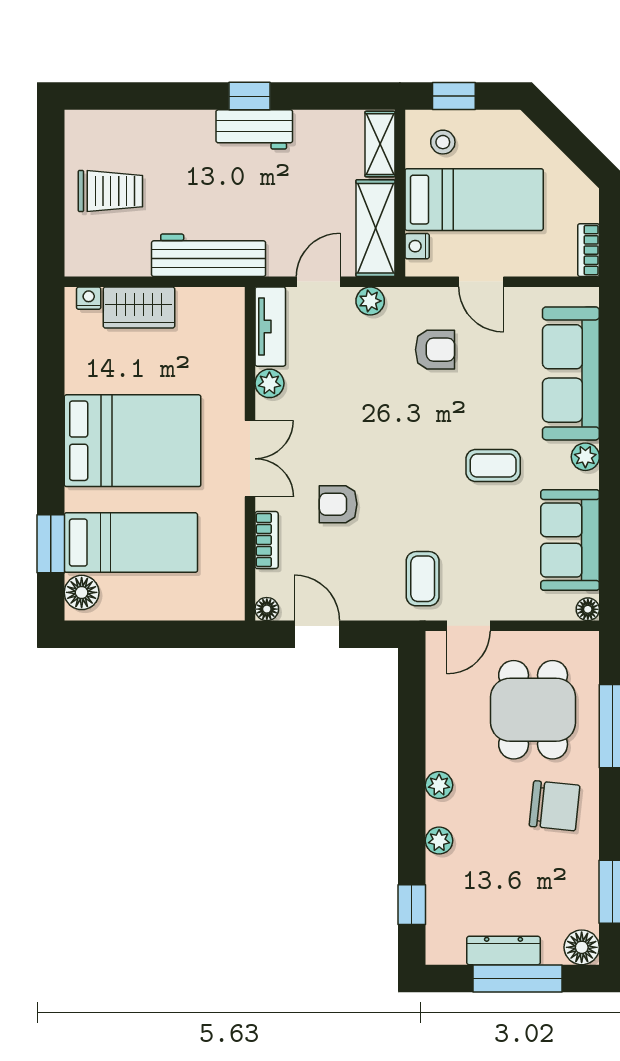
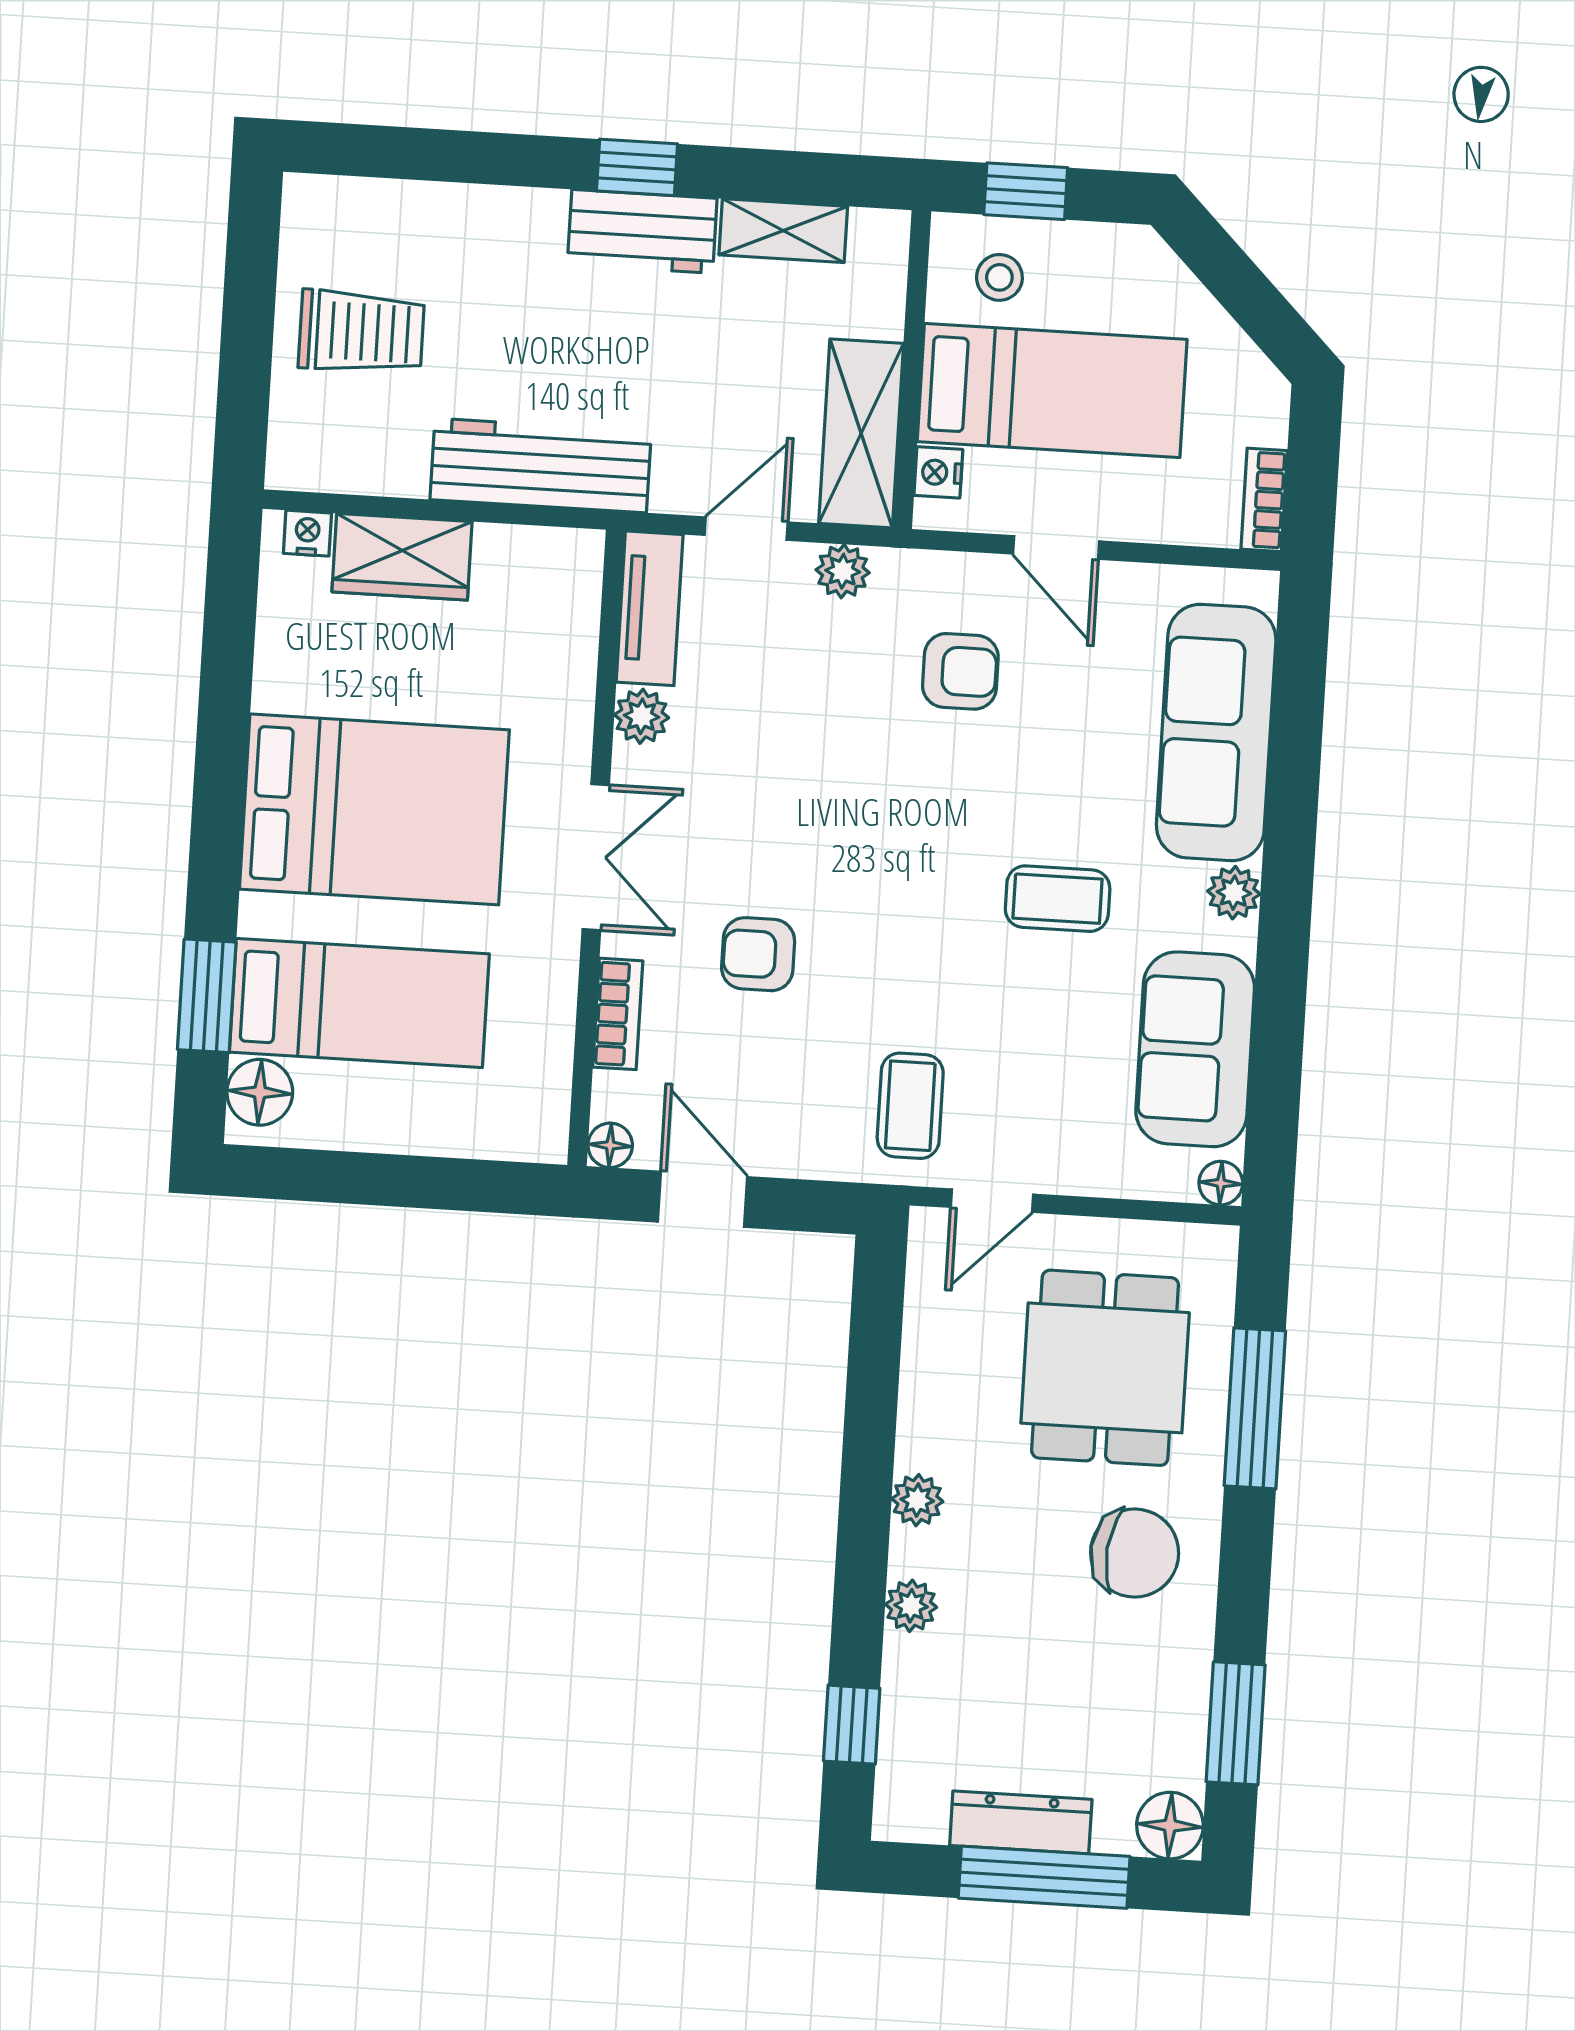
shelving: (380, 144) -> (783, 231), moved, turned 90

